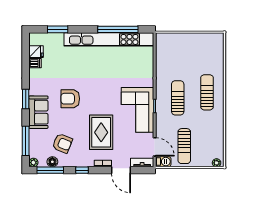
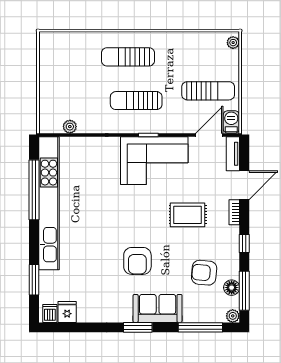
plant: (160, 53) -> (70, 127), added
dishwasher: (35, 63) -> (50, 313), moved
rug: (101, 132) -> (188, 215), width x0.73, depth x0.70
armchair: (62, 143) -> (204, 273), turned -107

